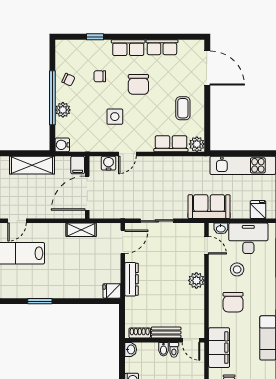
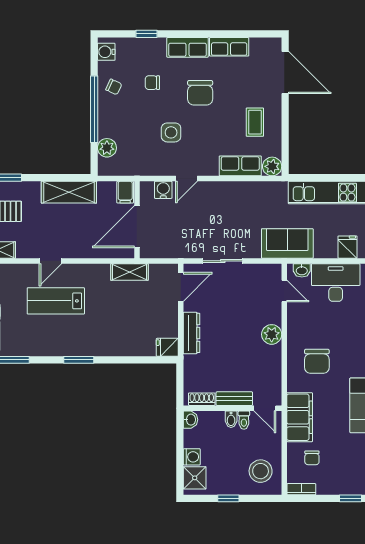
plant: (63, 110) -> (107, 148), moved
water cooler: (62, 145) -> (106, 52), moved
stool: (237, 269) -> (322, 321), removed

